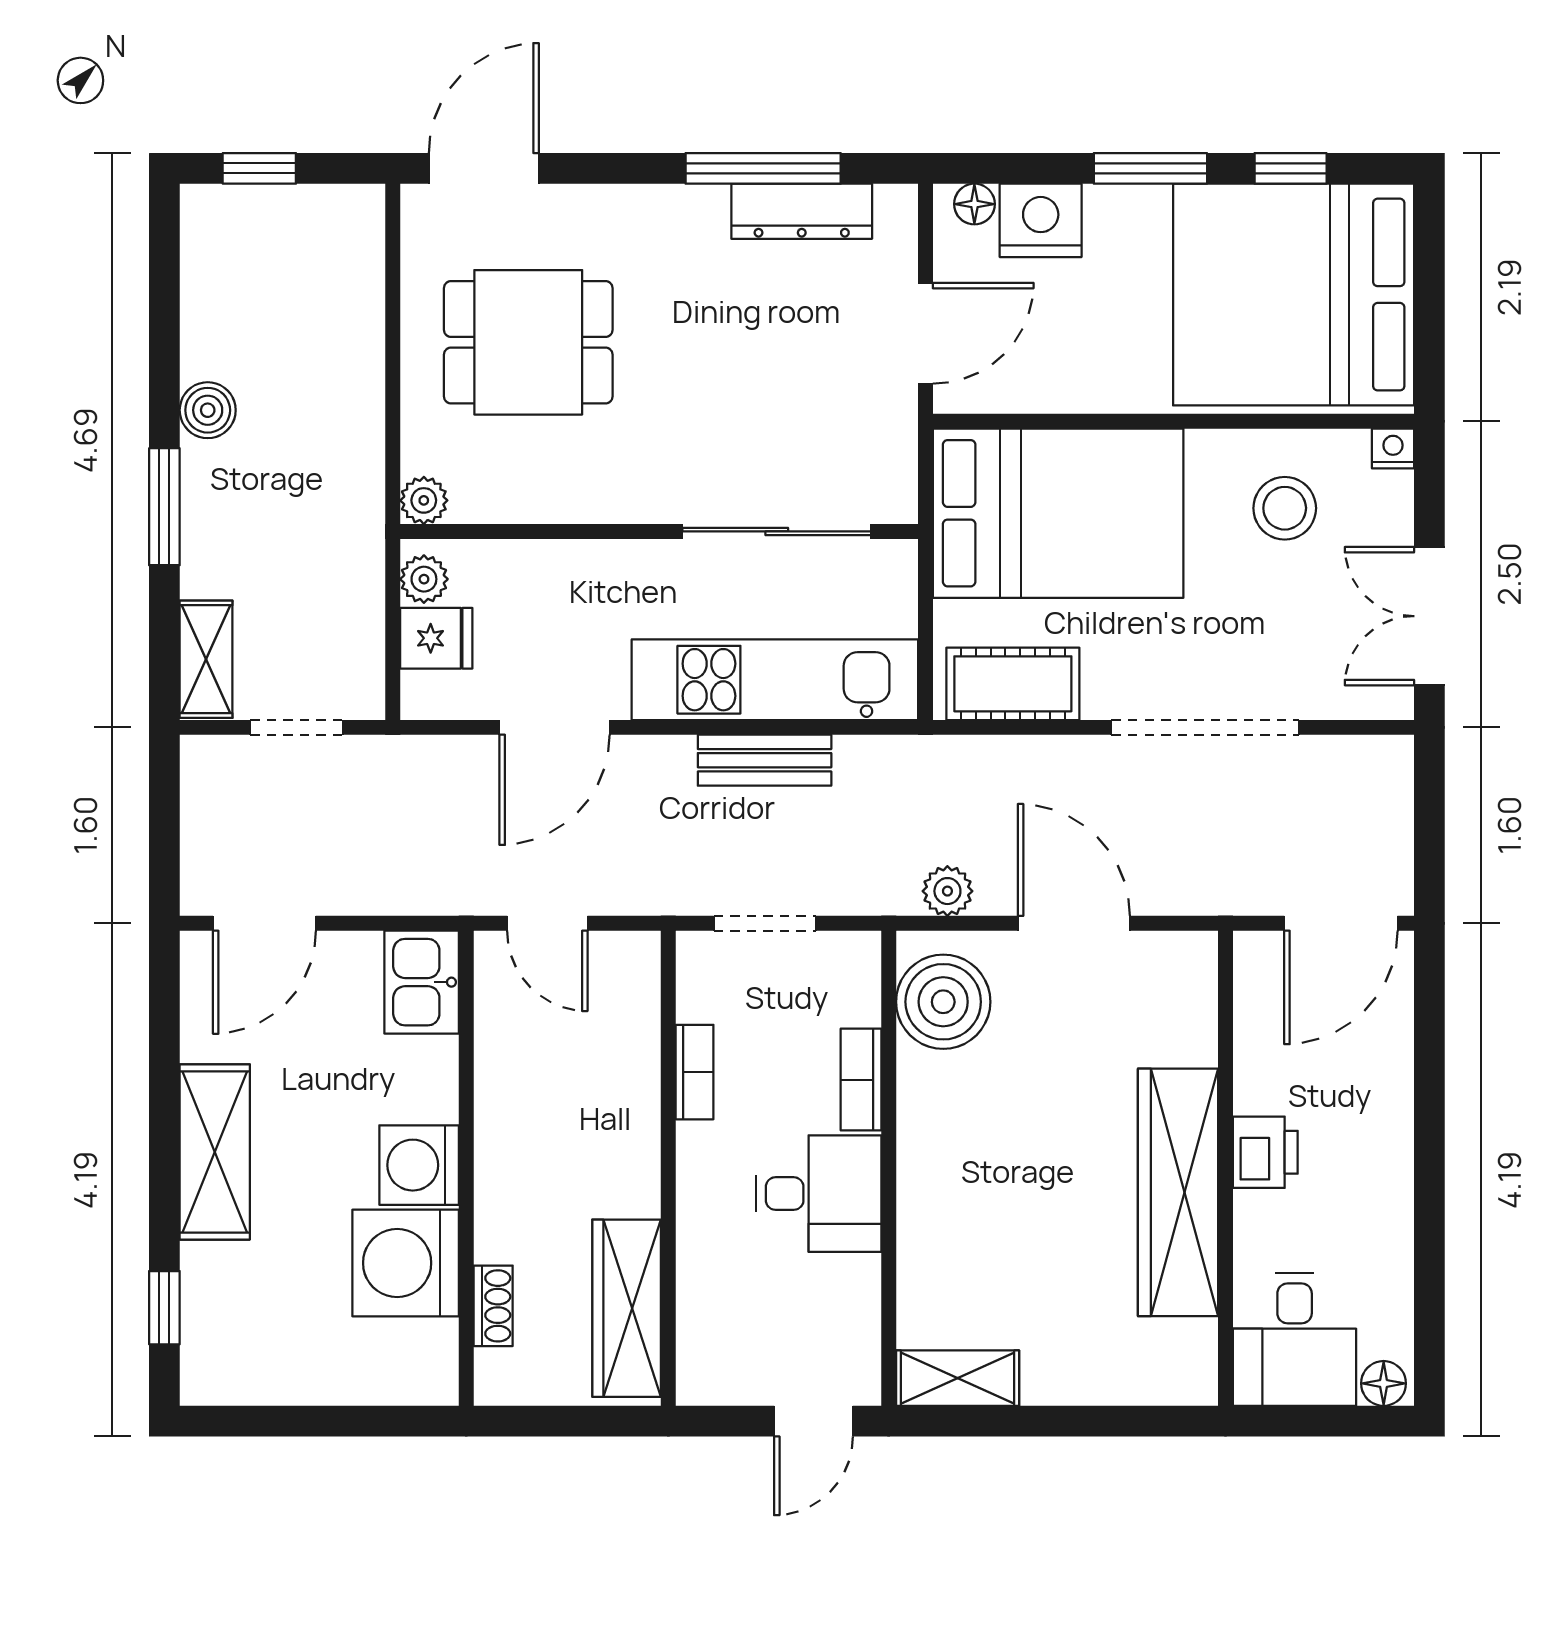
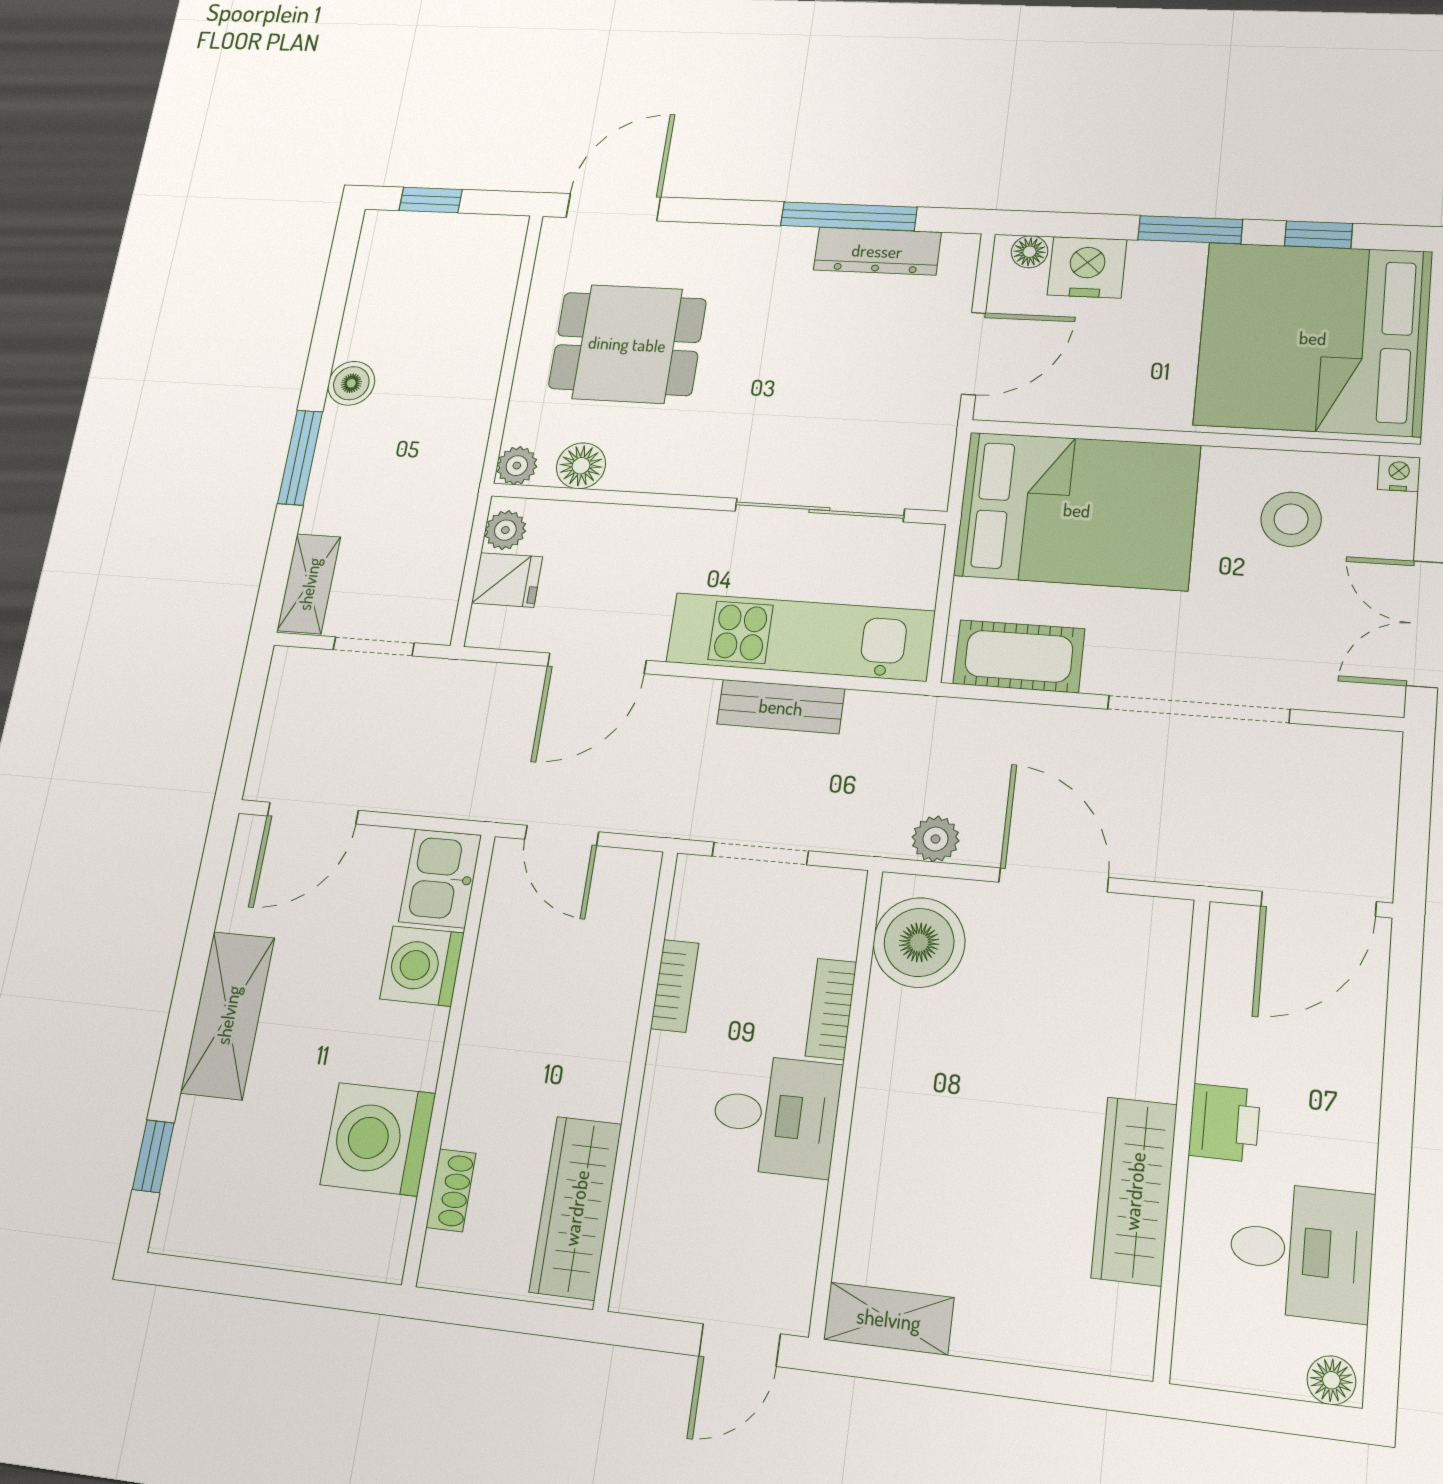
floor lamp: (498, 496) -> (581, 466), added
washing machine: (419, 1165) -> (422, 966), moved
wardrobe: (1178, 1192) -> (1134, 1191), width x0.71, depth x0.85
desk: (1295, 1339) -> (1301, 1251), moved, turned -90

